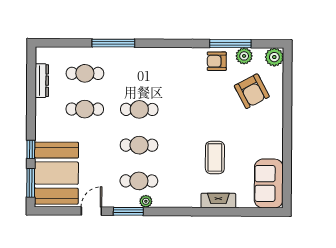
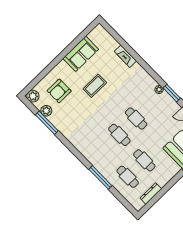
armchair: (217, 61) -> (61, 121), removed
armchair: (252, 91) -> (59, 91), turned -152
coffee table: (215, 157) -> (95, 86), moved
cafe table: (139, 181) -> (153, 102), removed
sofa: (269, 184) -> (81, 54), moved

